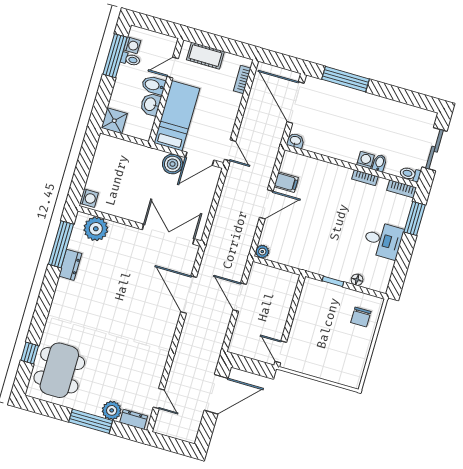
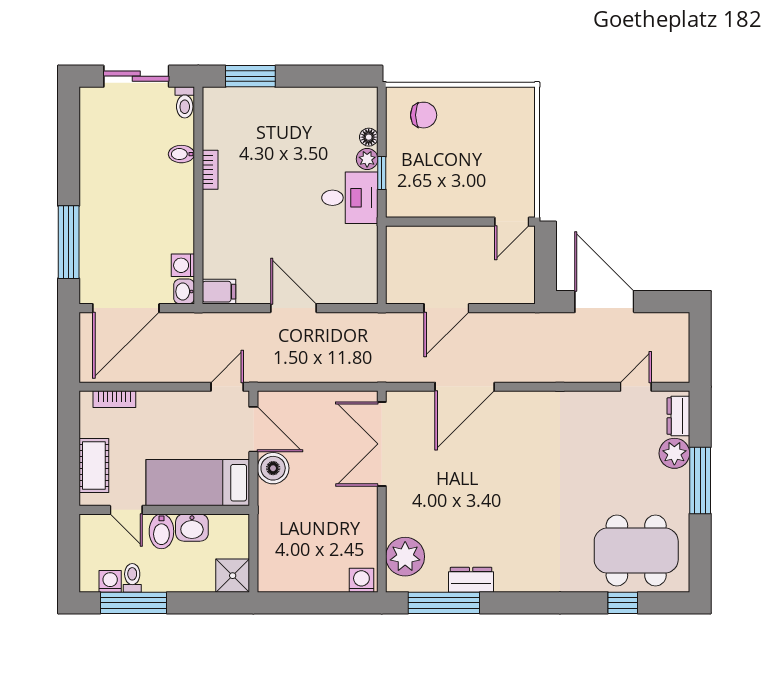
washing machine: (365, 160) -> (183, 265), moved
filing cabinet: (286, 182) -> (219, 292), moved, turned 90
bookcase: (402, 189) -> (211, 109), removed
desk: (383, 240) -> (350, 198), moved, turned 90
plant: (262, 252) -> (367, 159), moved

